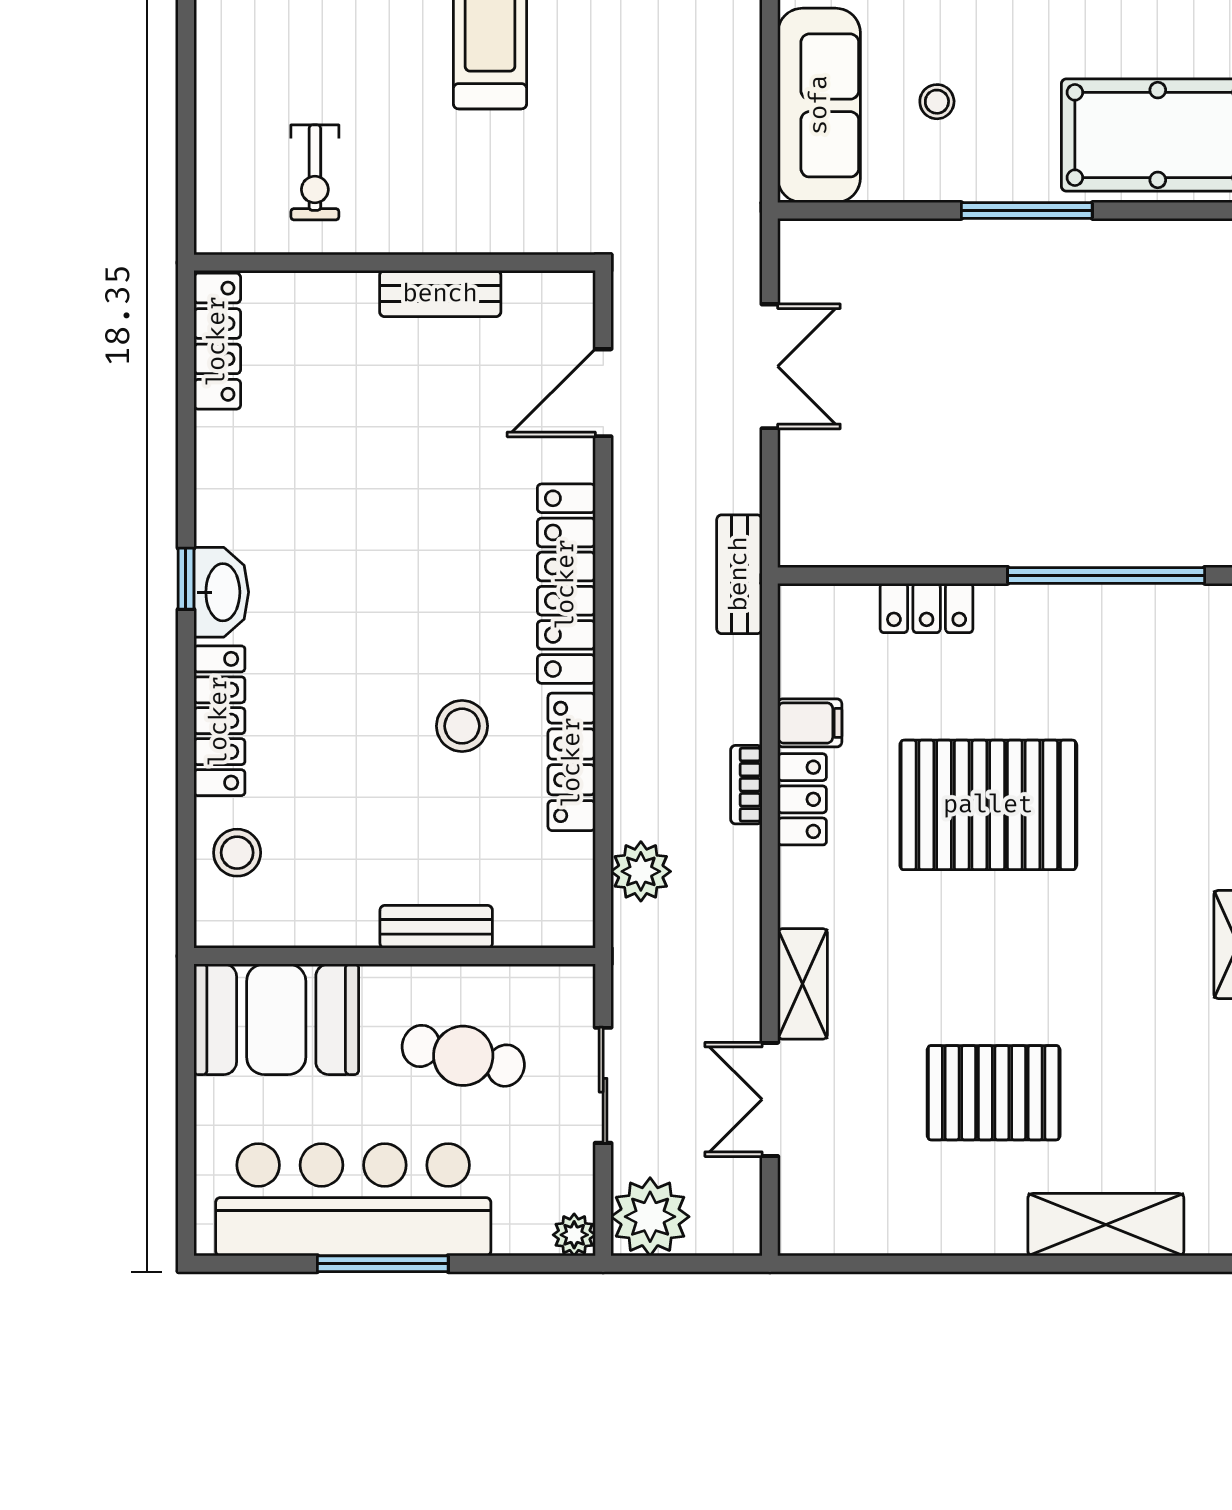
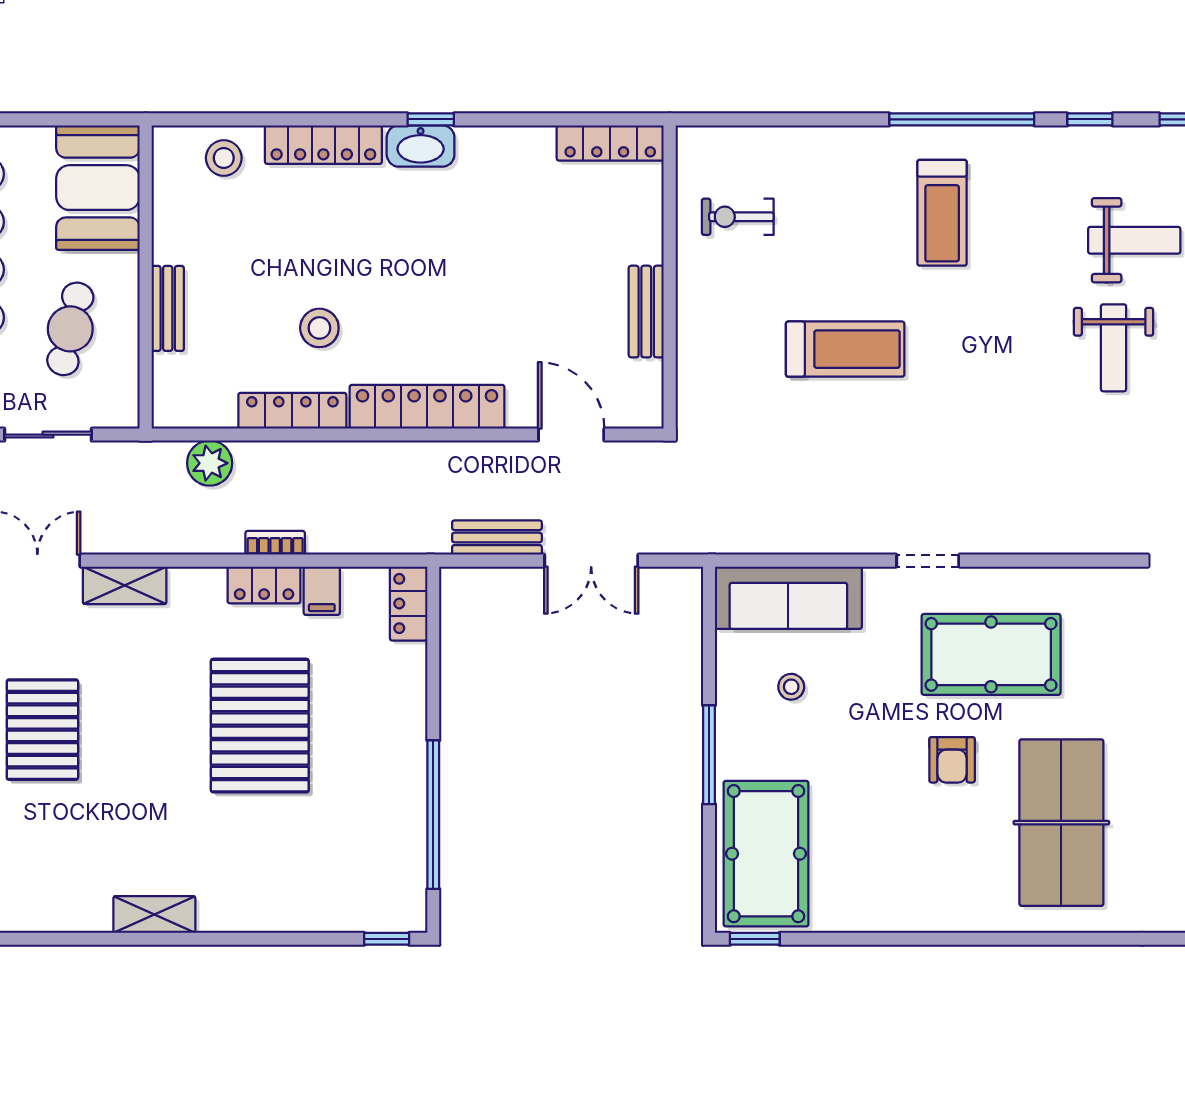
bench: (739, 574) -> (497, 538), moved
locker: (927, 608) -> (409, 604), moved

